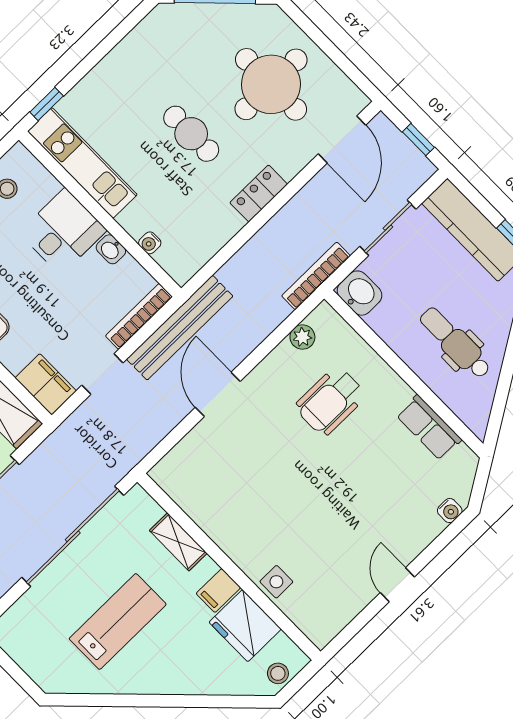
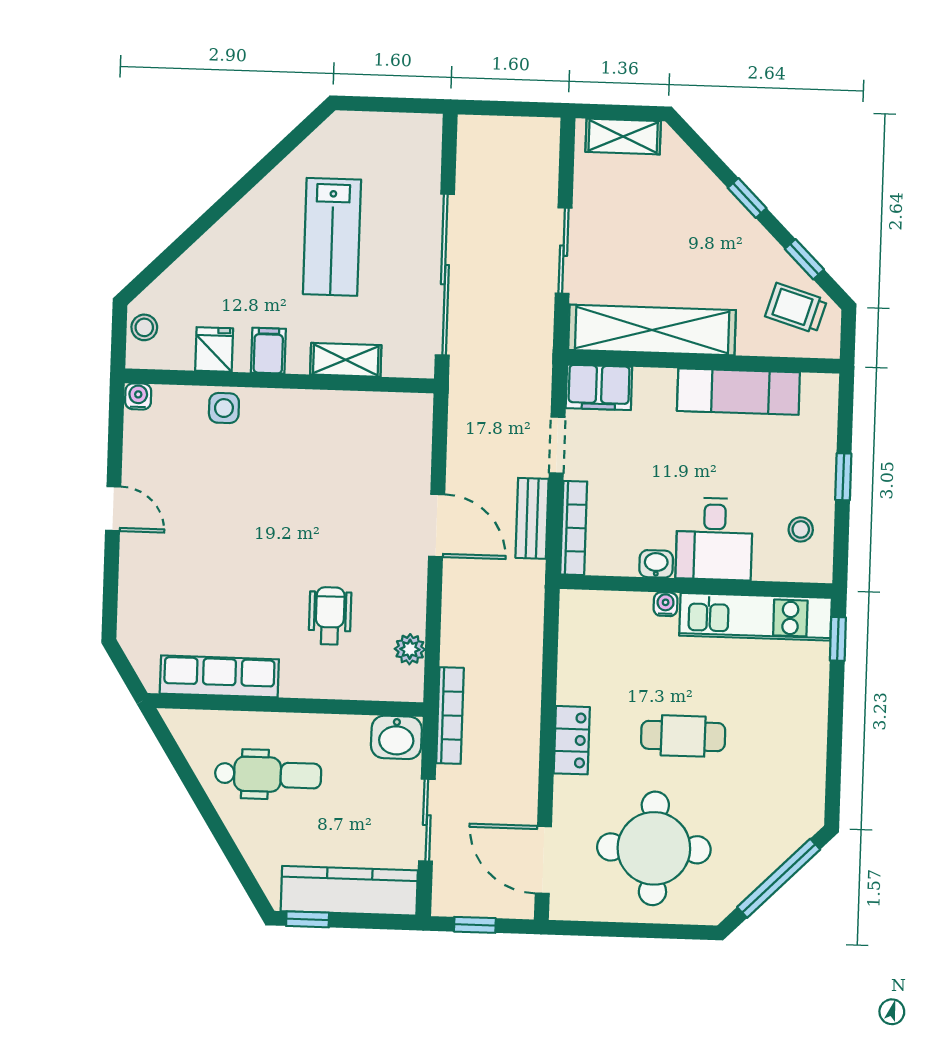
water cooler: (150, 243) -> (665, 604), moved
bench: (180, 328) -> (532, 518), width x0.54, depth x0.82
wheelchair: (330, 401) -> (330, 616), width x0.73, depth x0.73
row of seats: (429, 428) -> (219, 676), width x1.48
water cooler: (450, 511) -> (138, 396), moved, turned 90
fridge: (245, 626) -> (214, 349), width x0.53, depth x0.75

